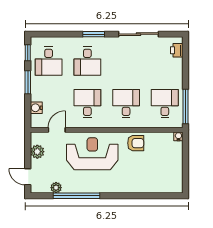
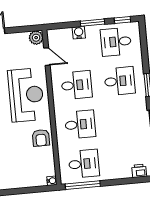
desk: (87, 61) -> (120, 81), turned 180
water cooler: (36, 108) -> (79, 33), moved
plant: (37, 152) -> (36, 38), moved

